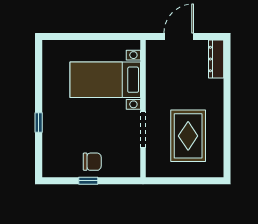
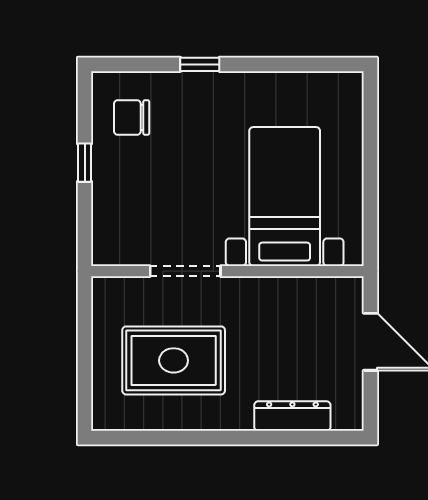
dresser: (216, 59) -> (292, 416), moved
chair: (92, 162) -> (132, 117), moved, turned 90

